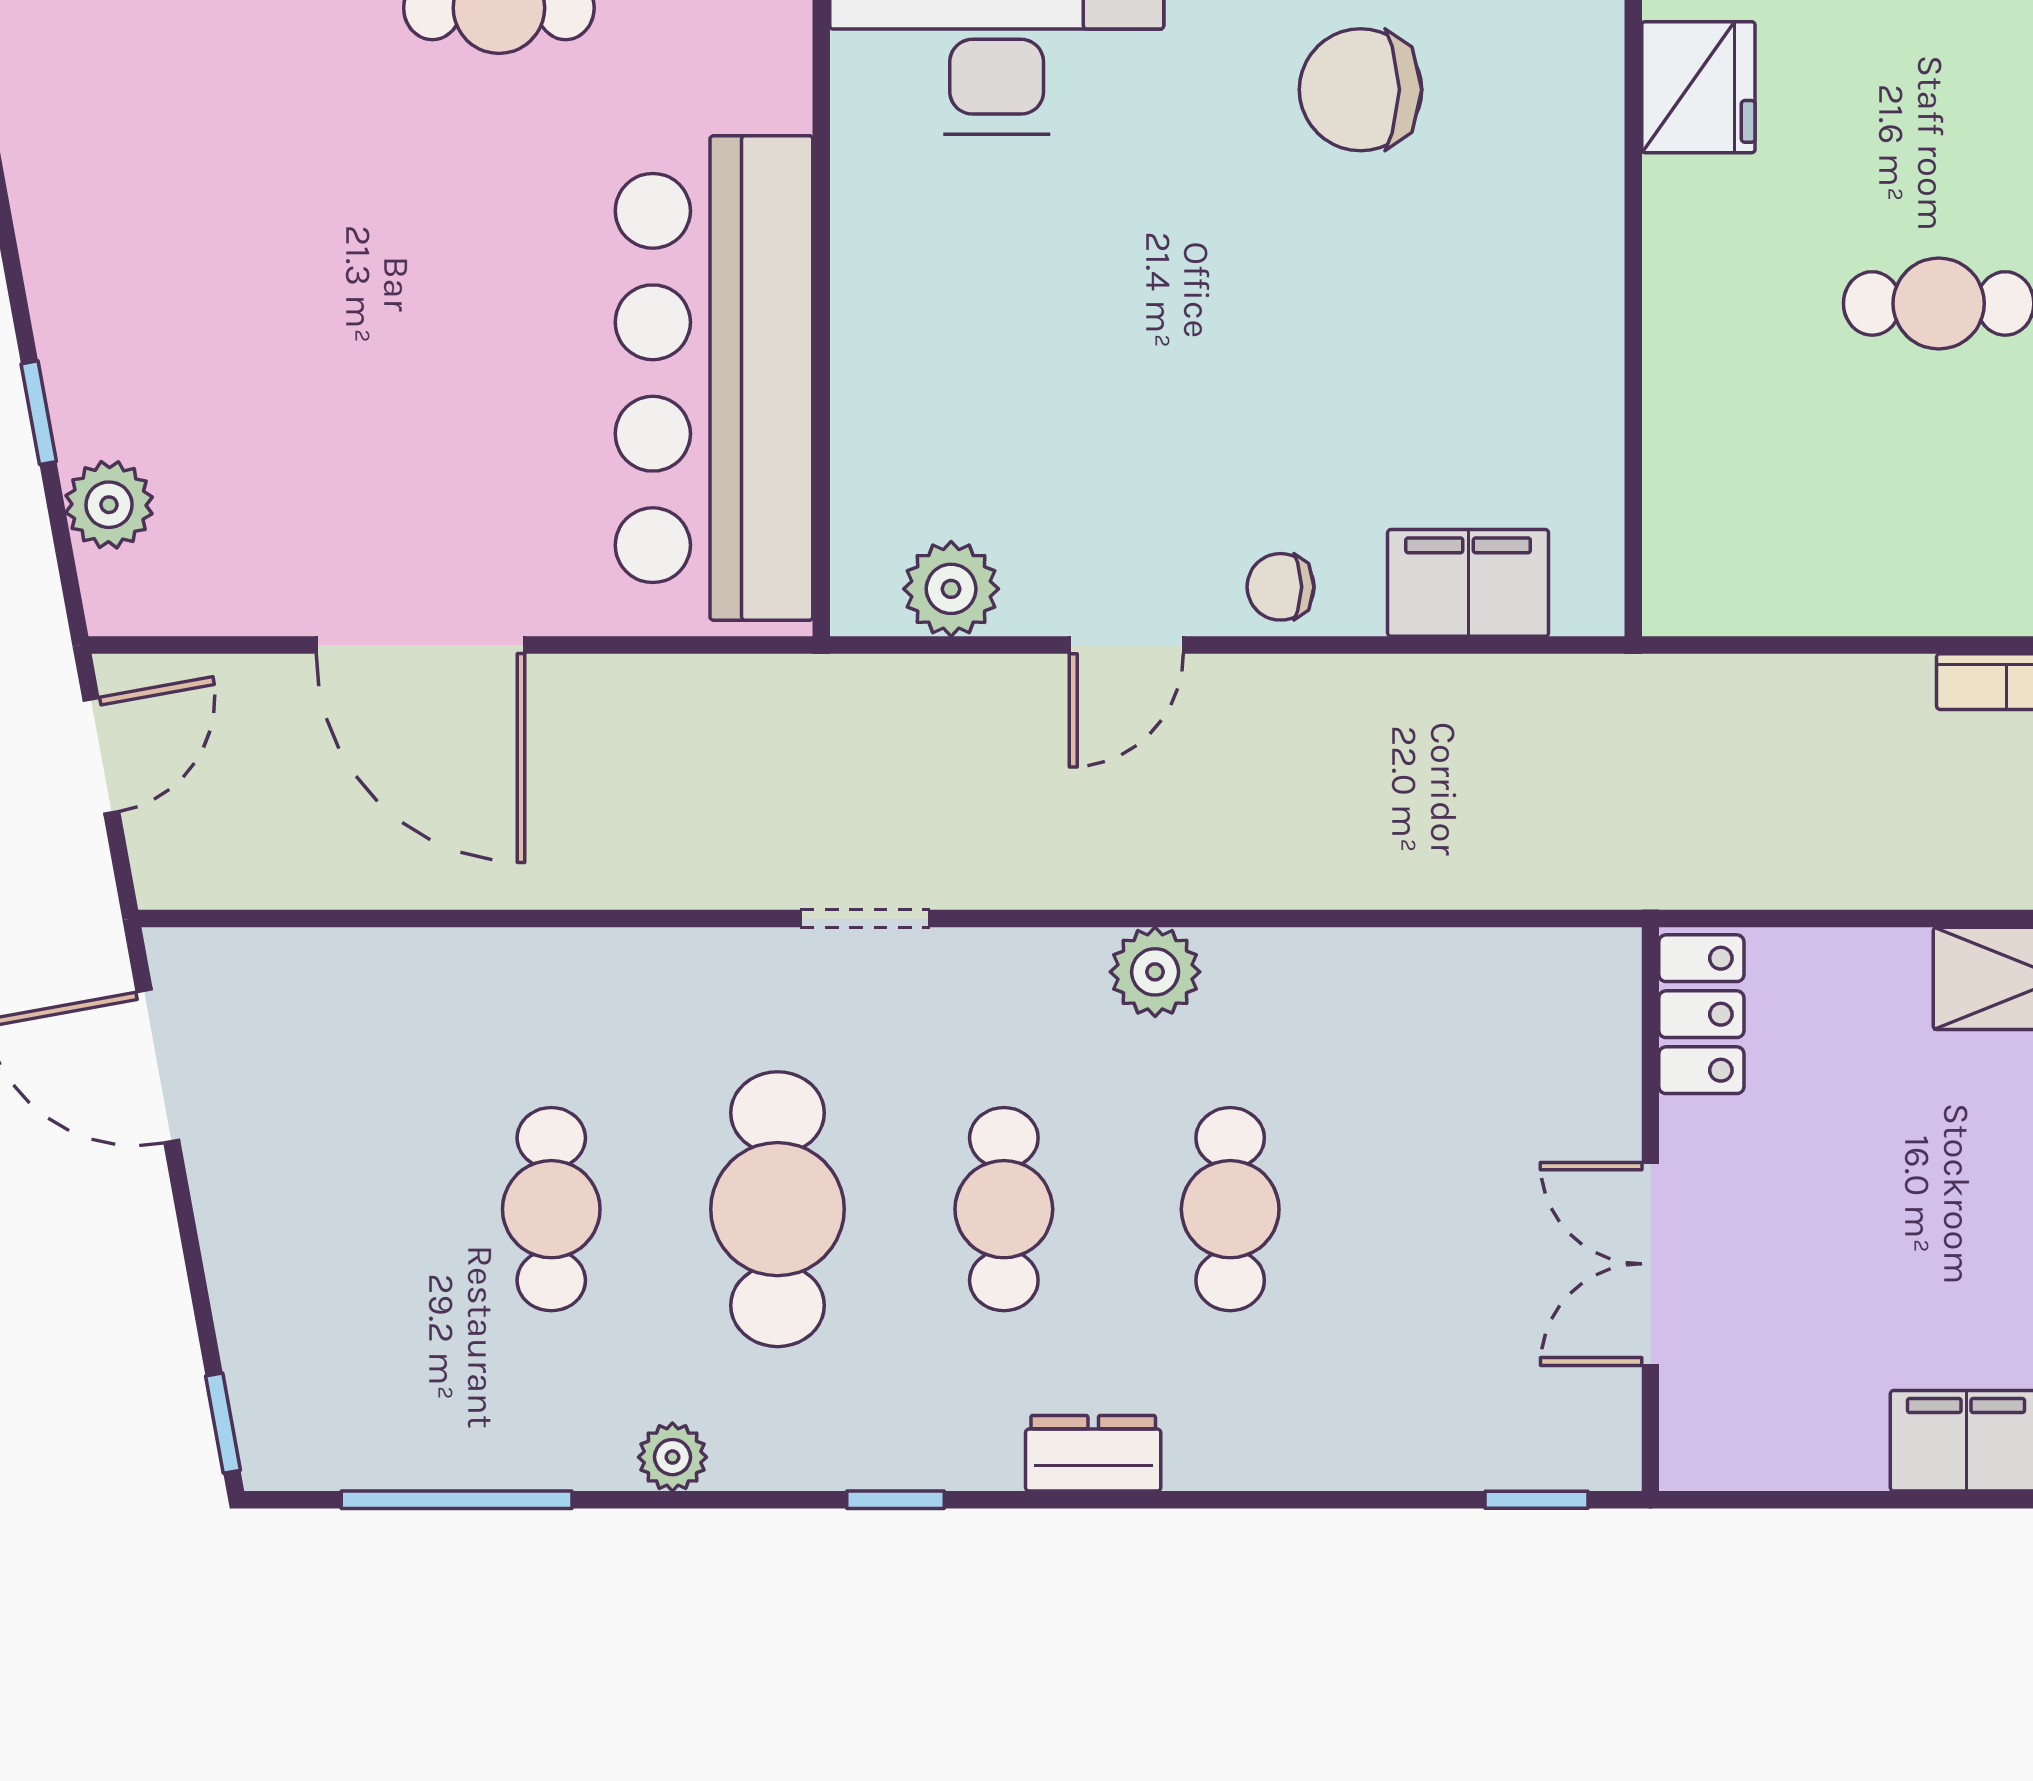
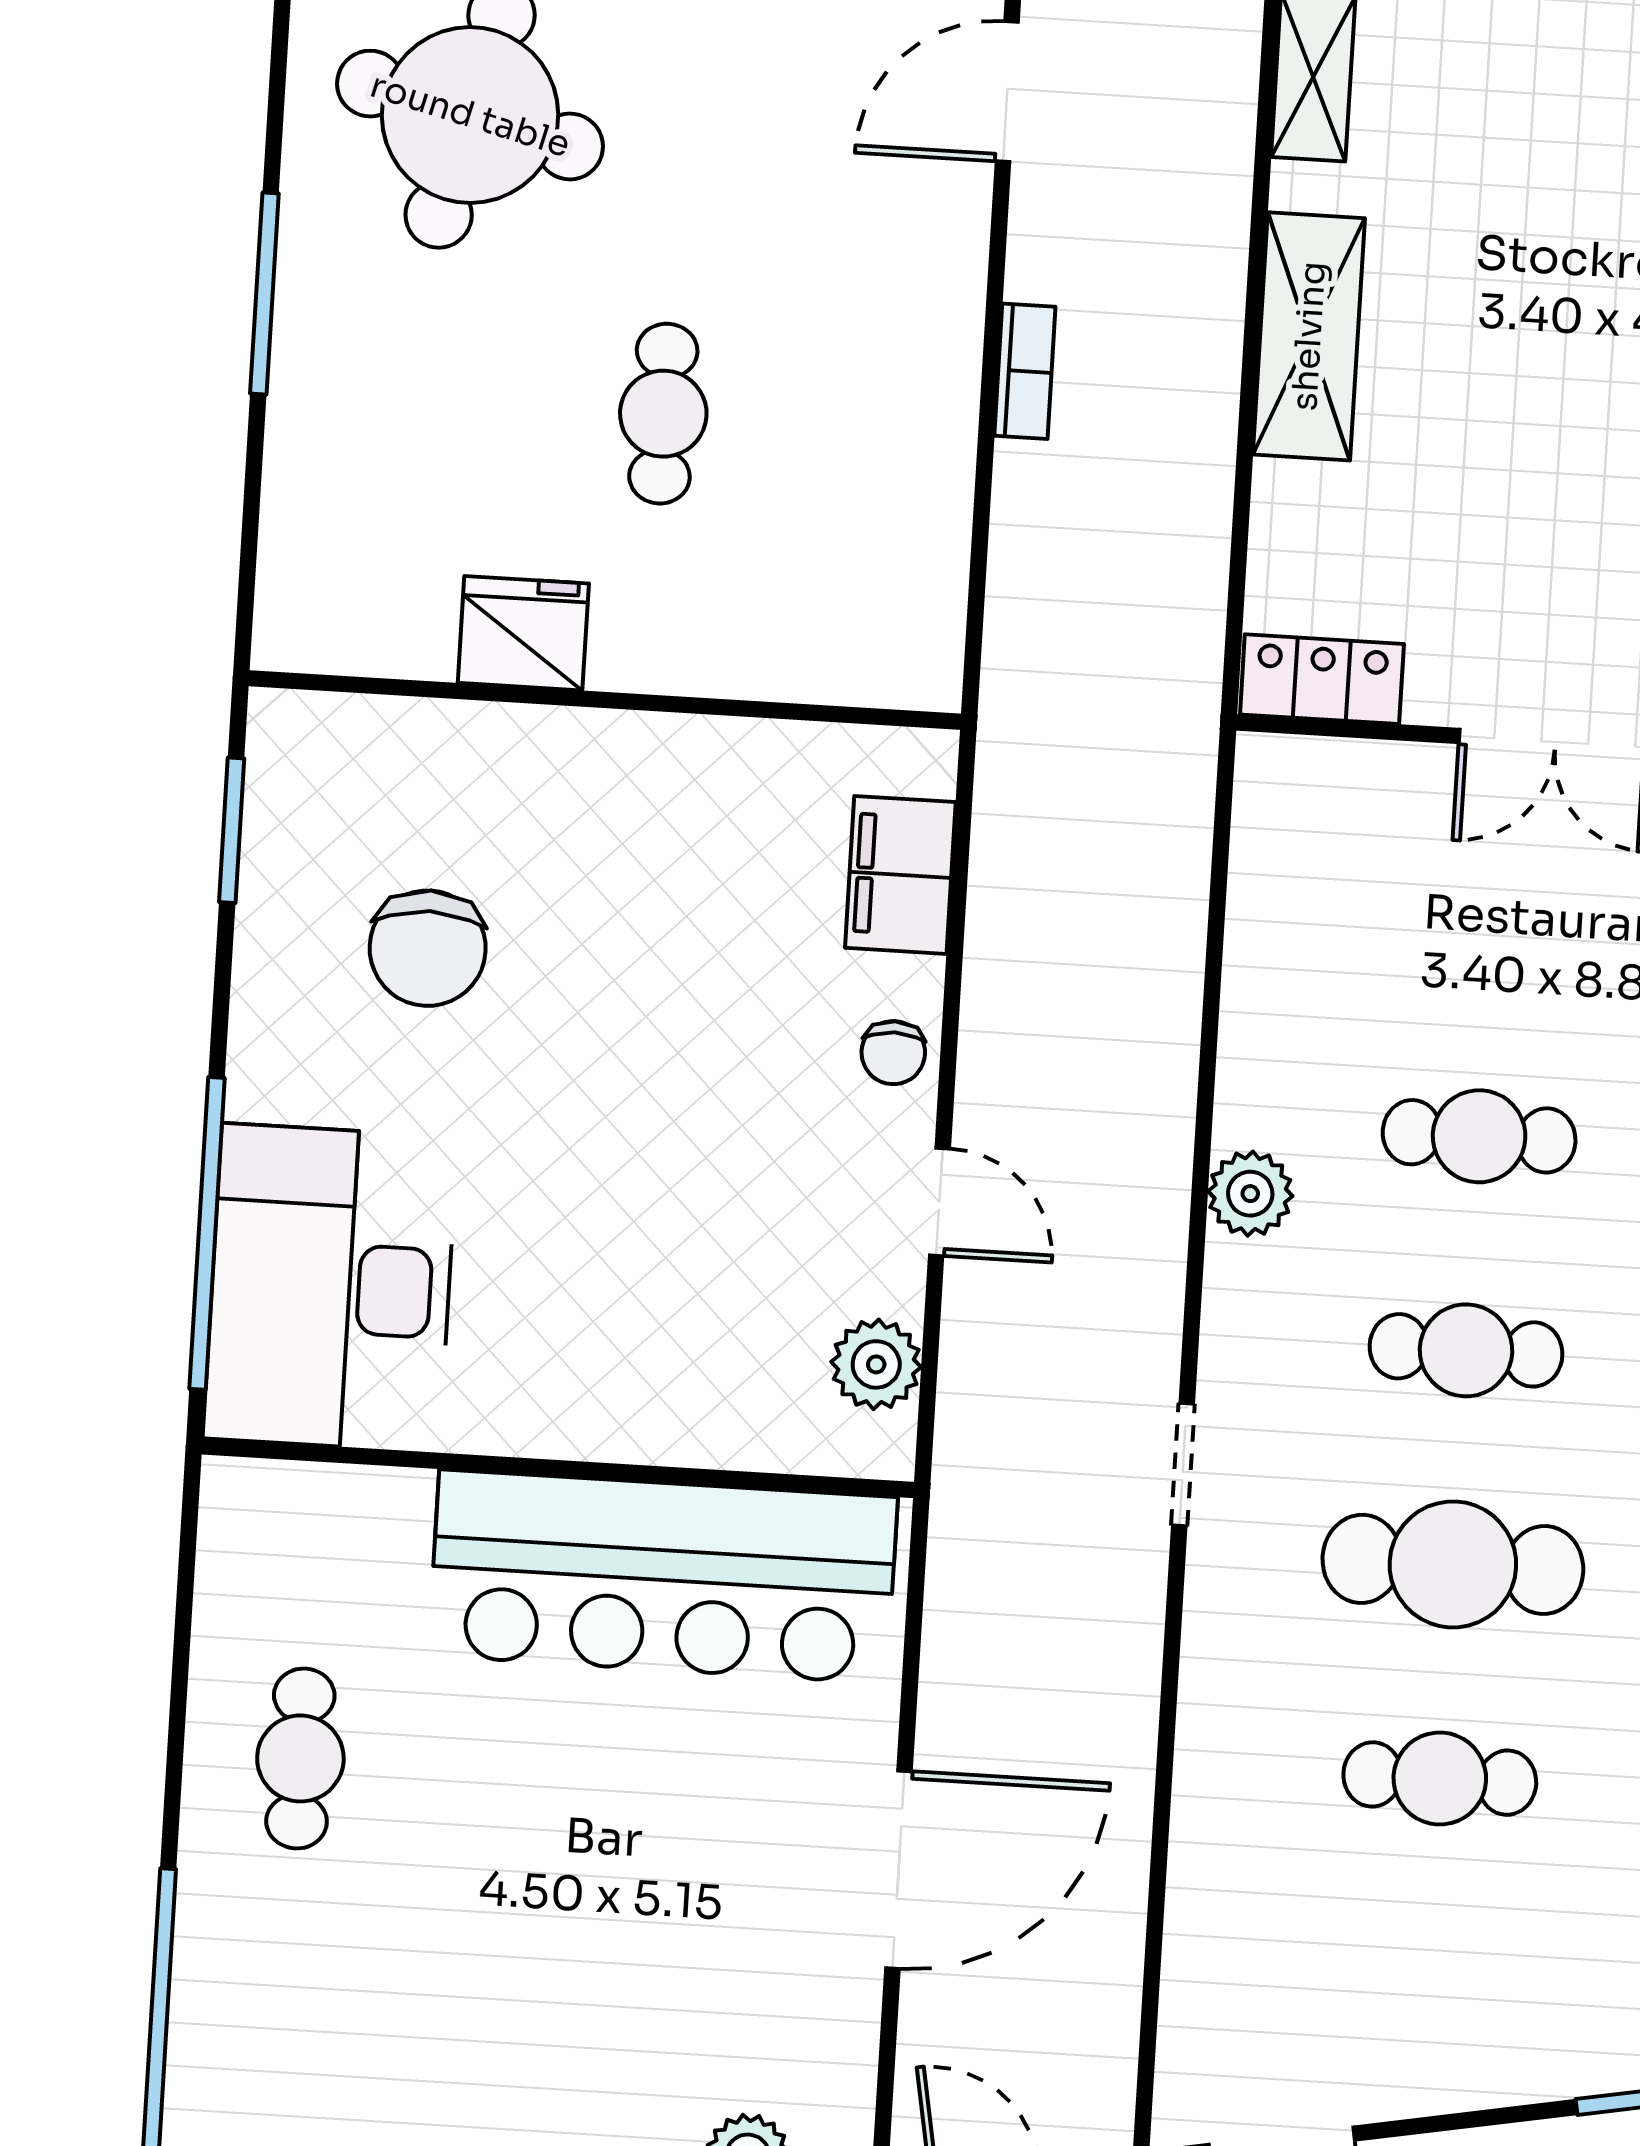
fridge: (1698, 87) -> (523, 633), moved

